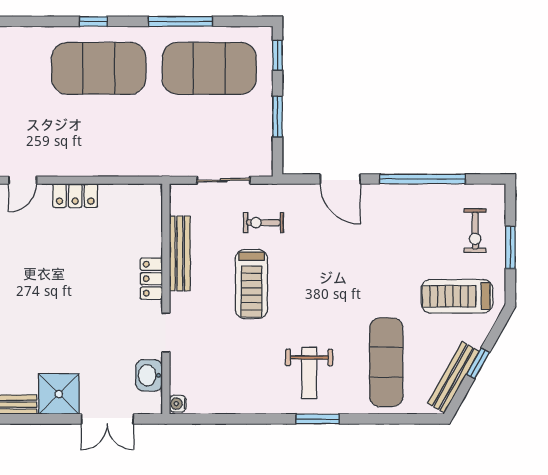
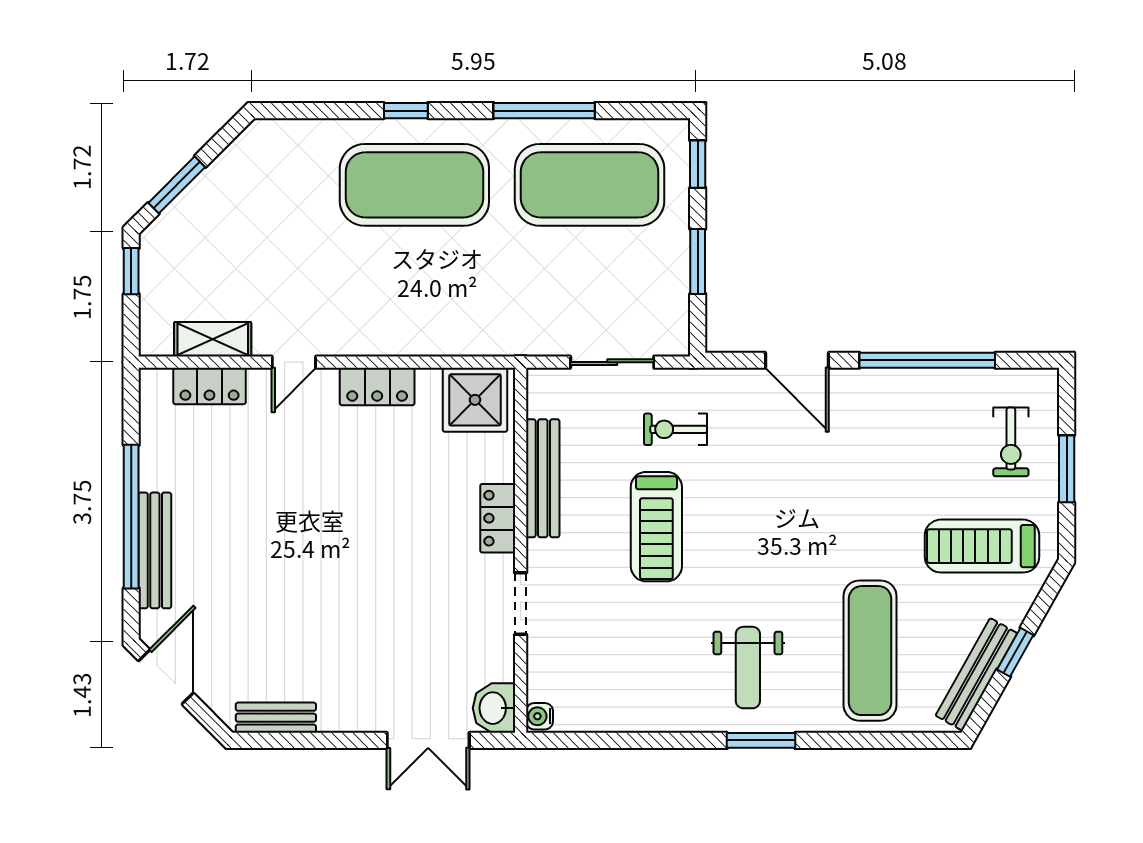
washbasin: (149, 375) -> (494, 708), moved
shower: (59, 394) -> (475, 400), moved

